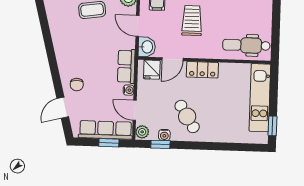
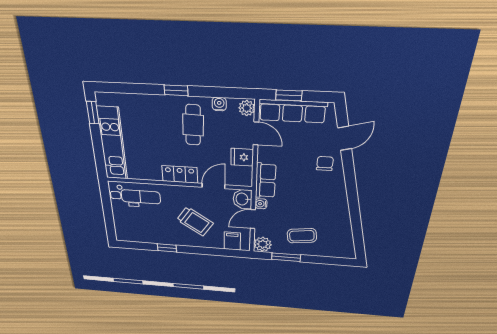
trolley: (192, 21) -> (195, 221), turned -56
door: (137, 26) -> (253, 219), swing flipped
fridge: (152, 70) -> (242, 157), moved, turned -90
water cooler: (129, 90) -> (261, 204), moved
cafe table: (187, 116) -> (193, 125), turned 34
window: (160, 144) -> (176, 90), moved

